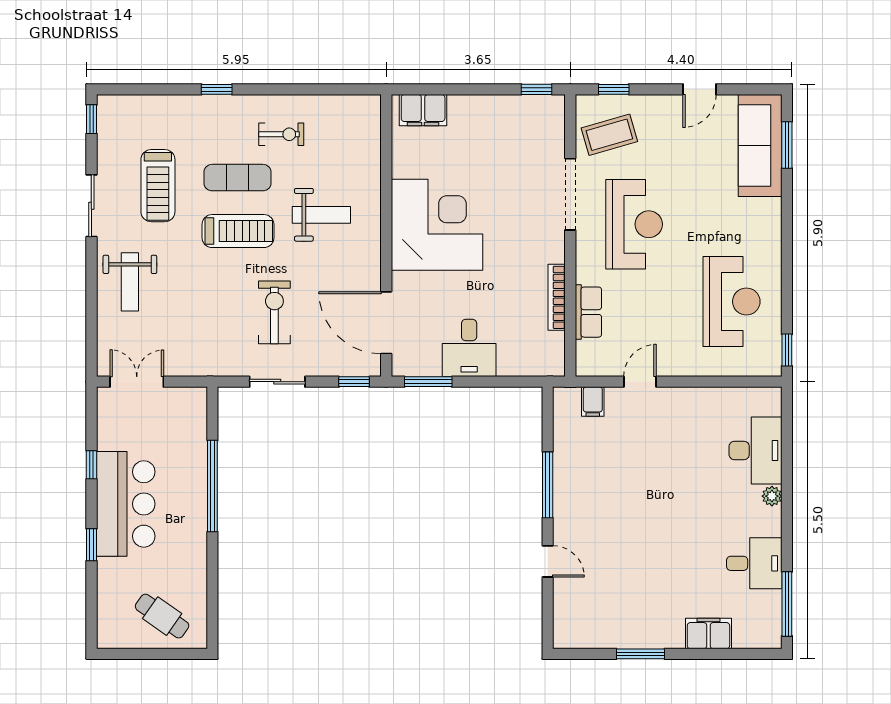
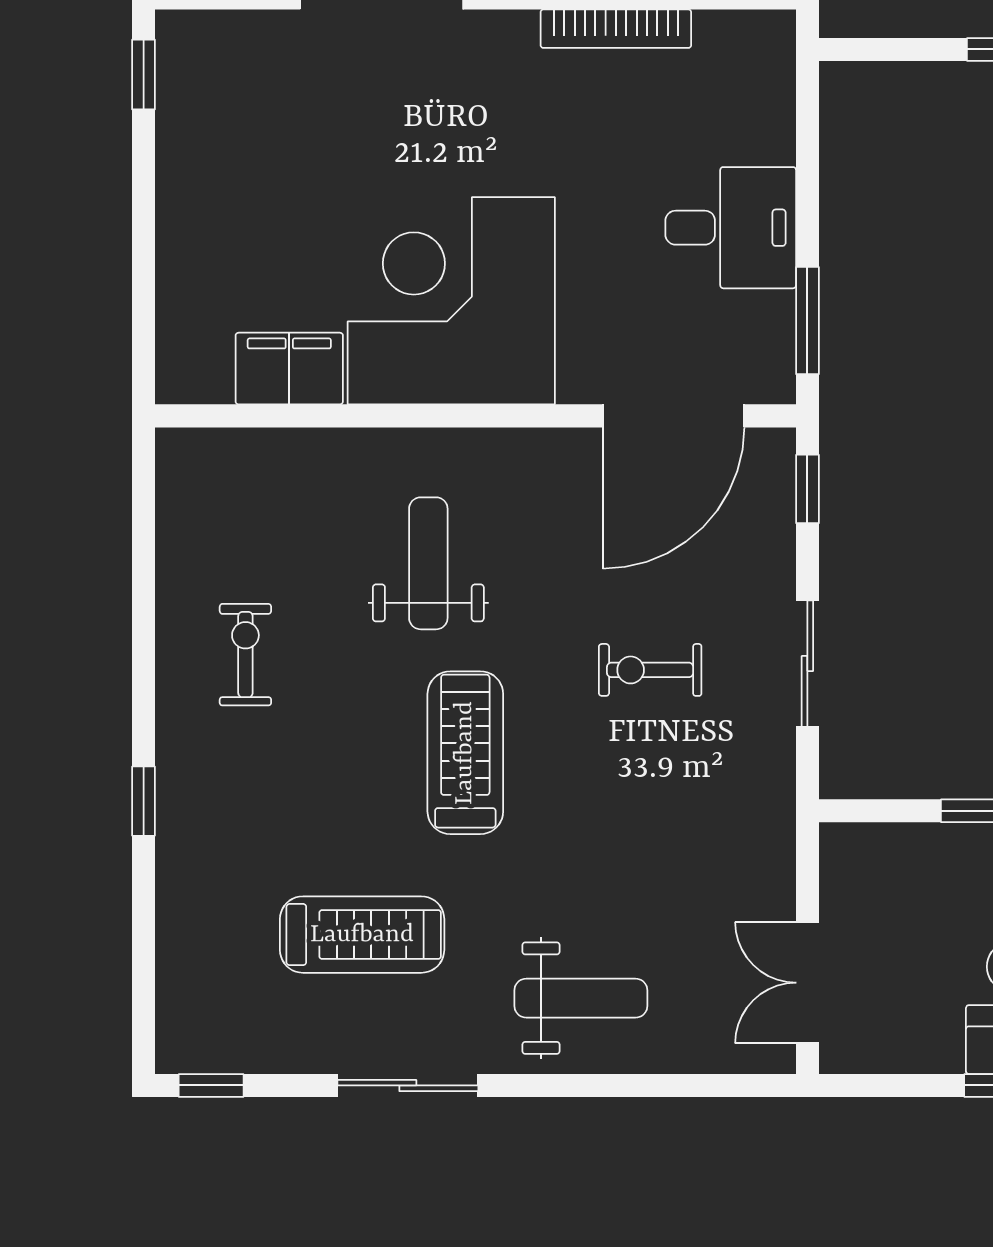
filing cabinet: (423, 110) -> (289, 369), moved, turned -90
exercise mat: (238, 178) -> (344, 754), removed
exercise bike: (274, 312) -> (650, 670), width x0.73, depth x0.72

